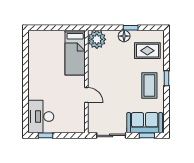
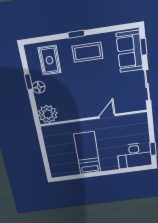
bed: (75, 53) -> (87, 153), moved, turned -90

